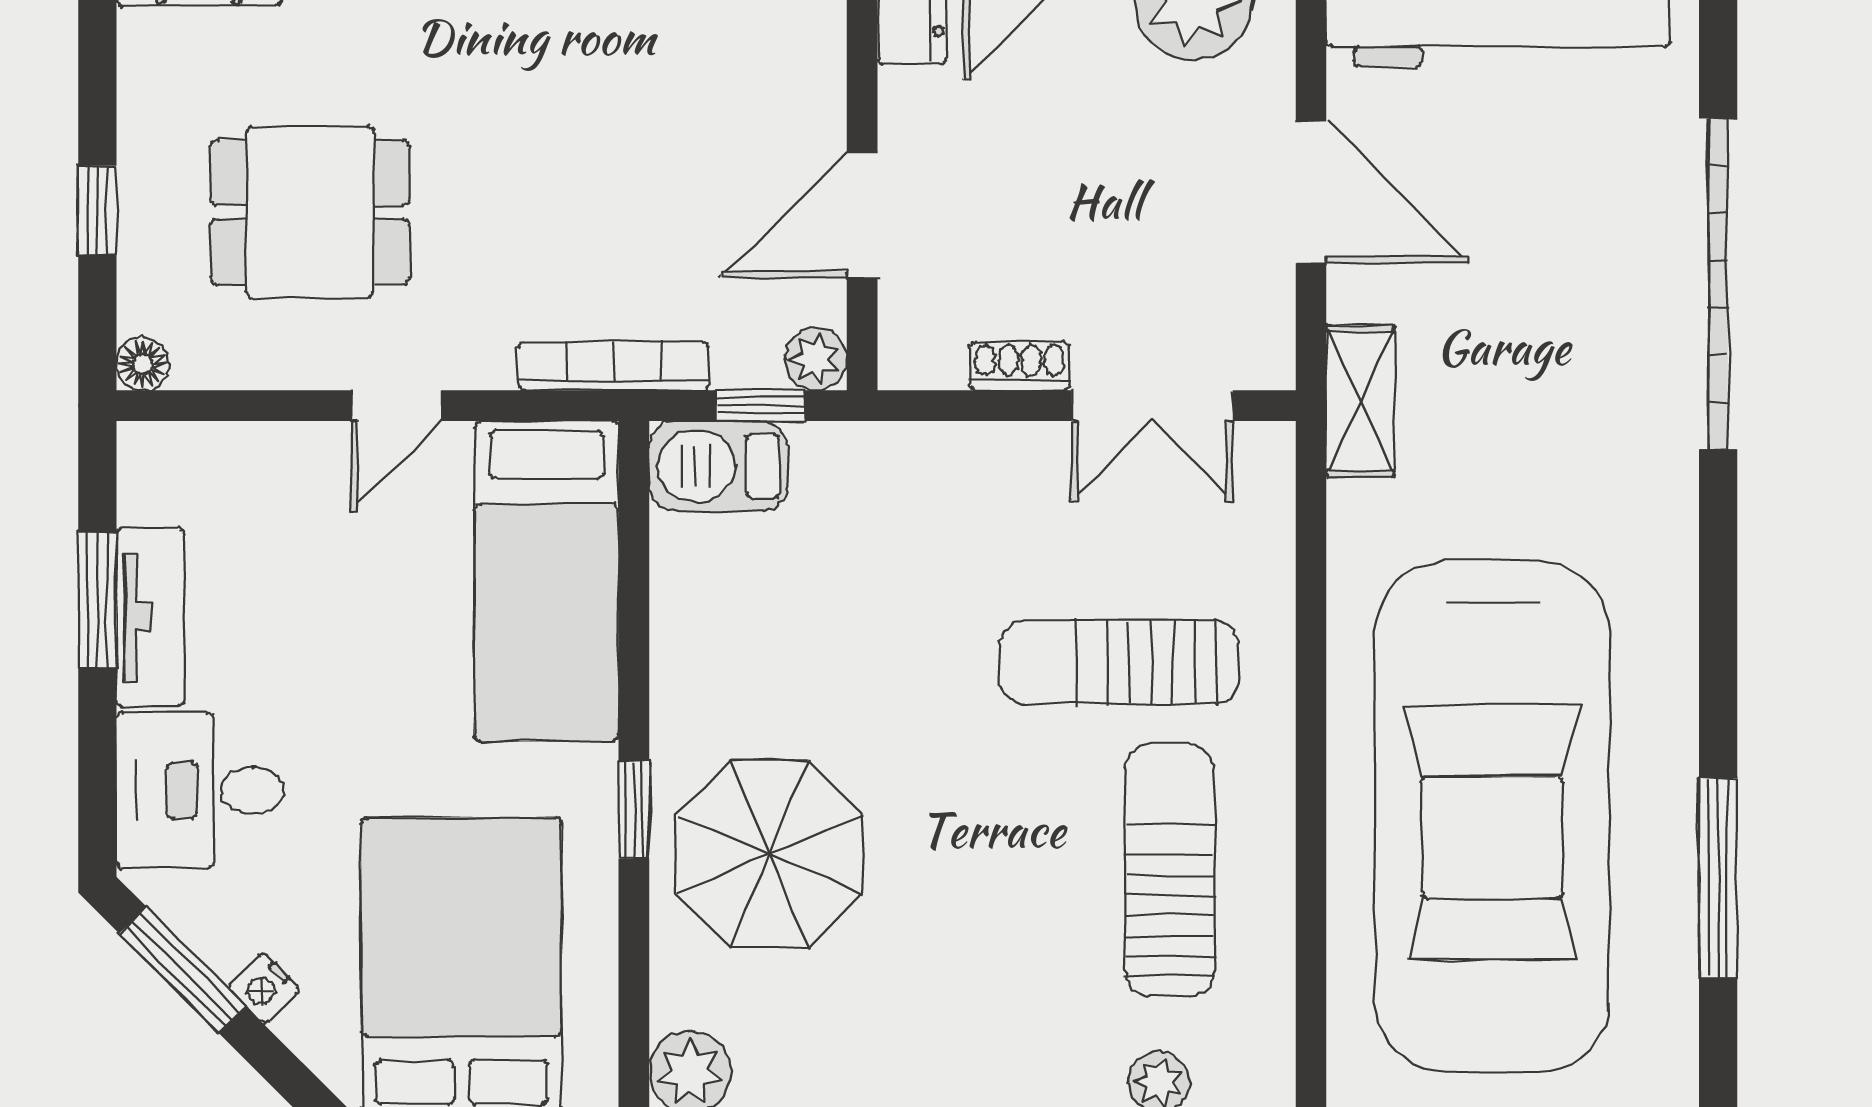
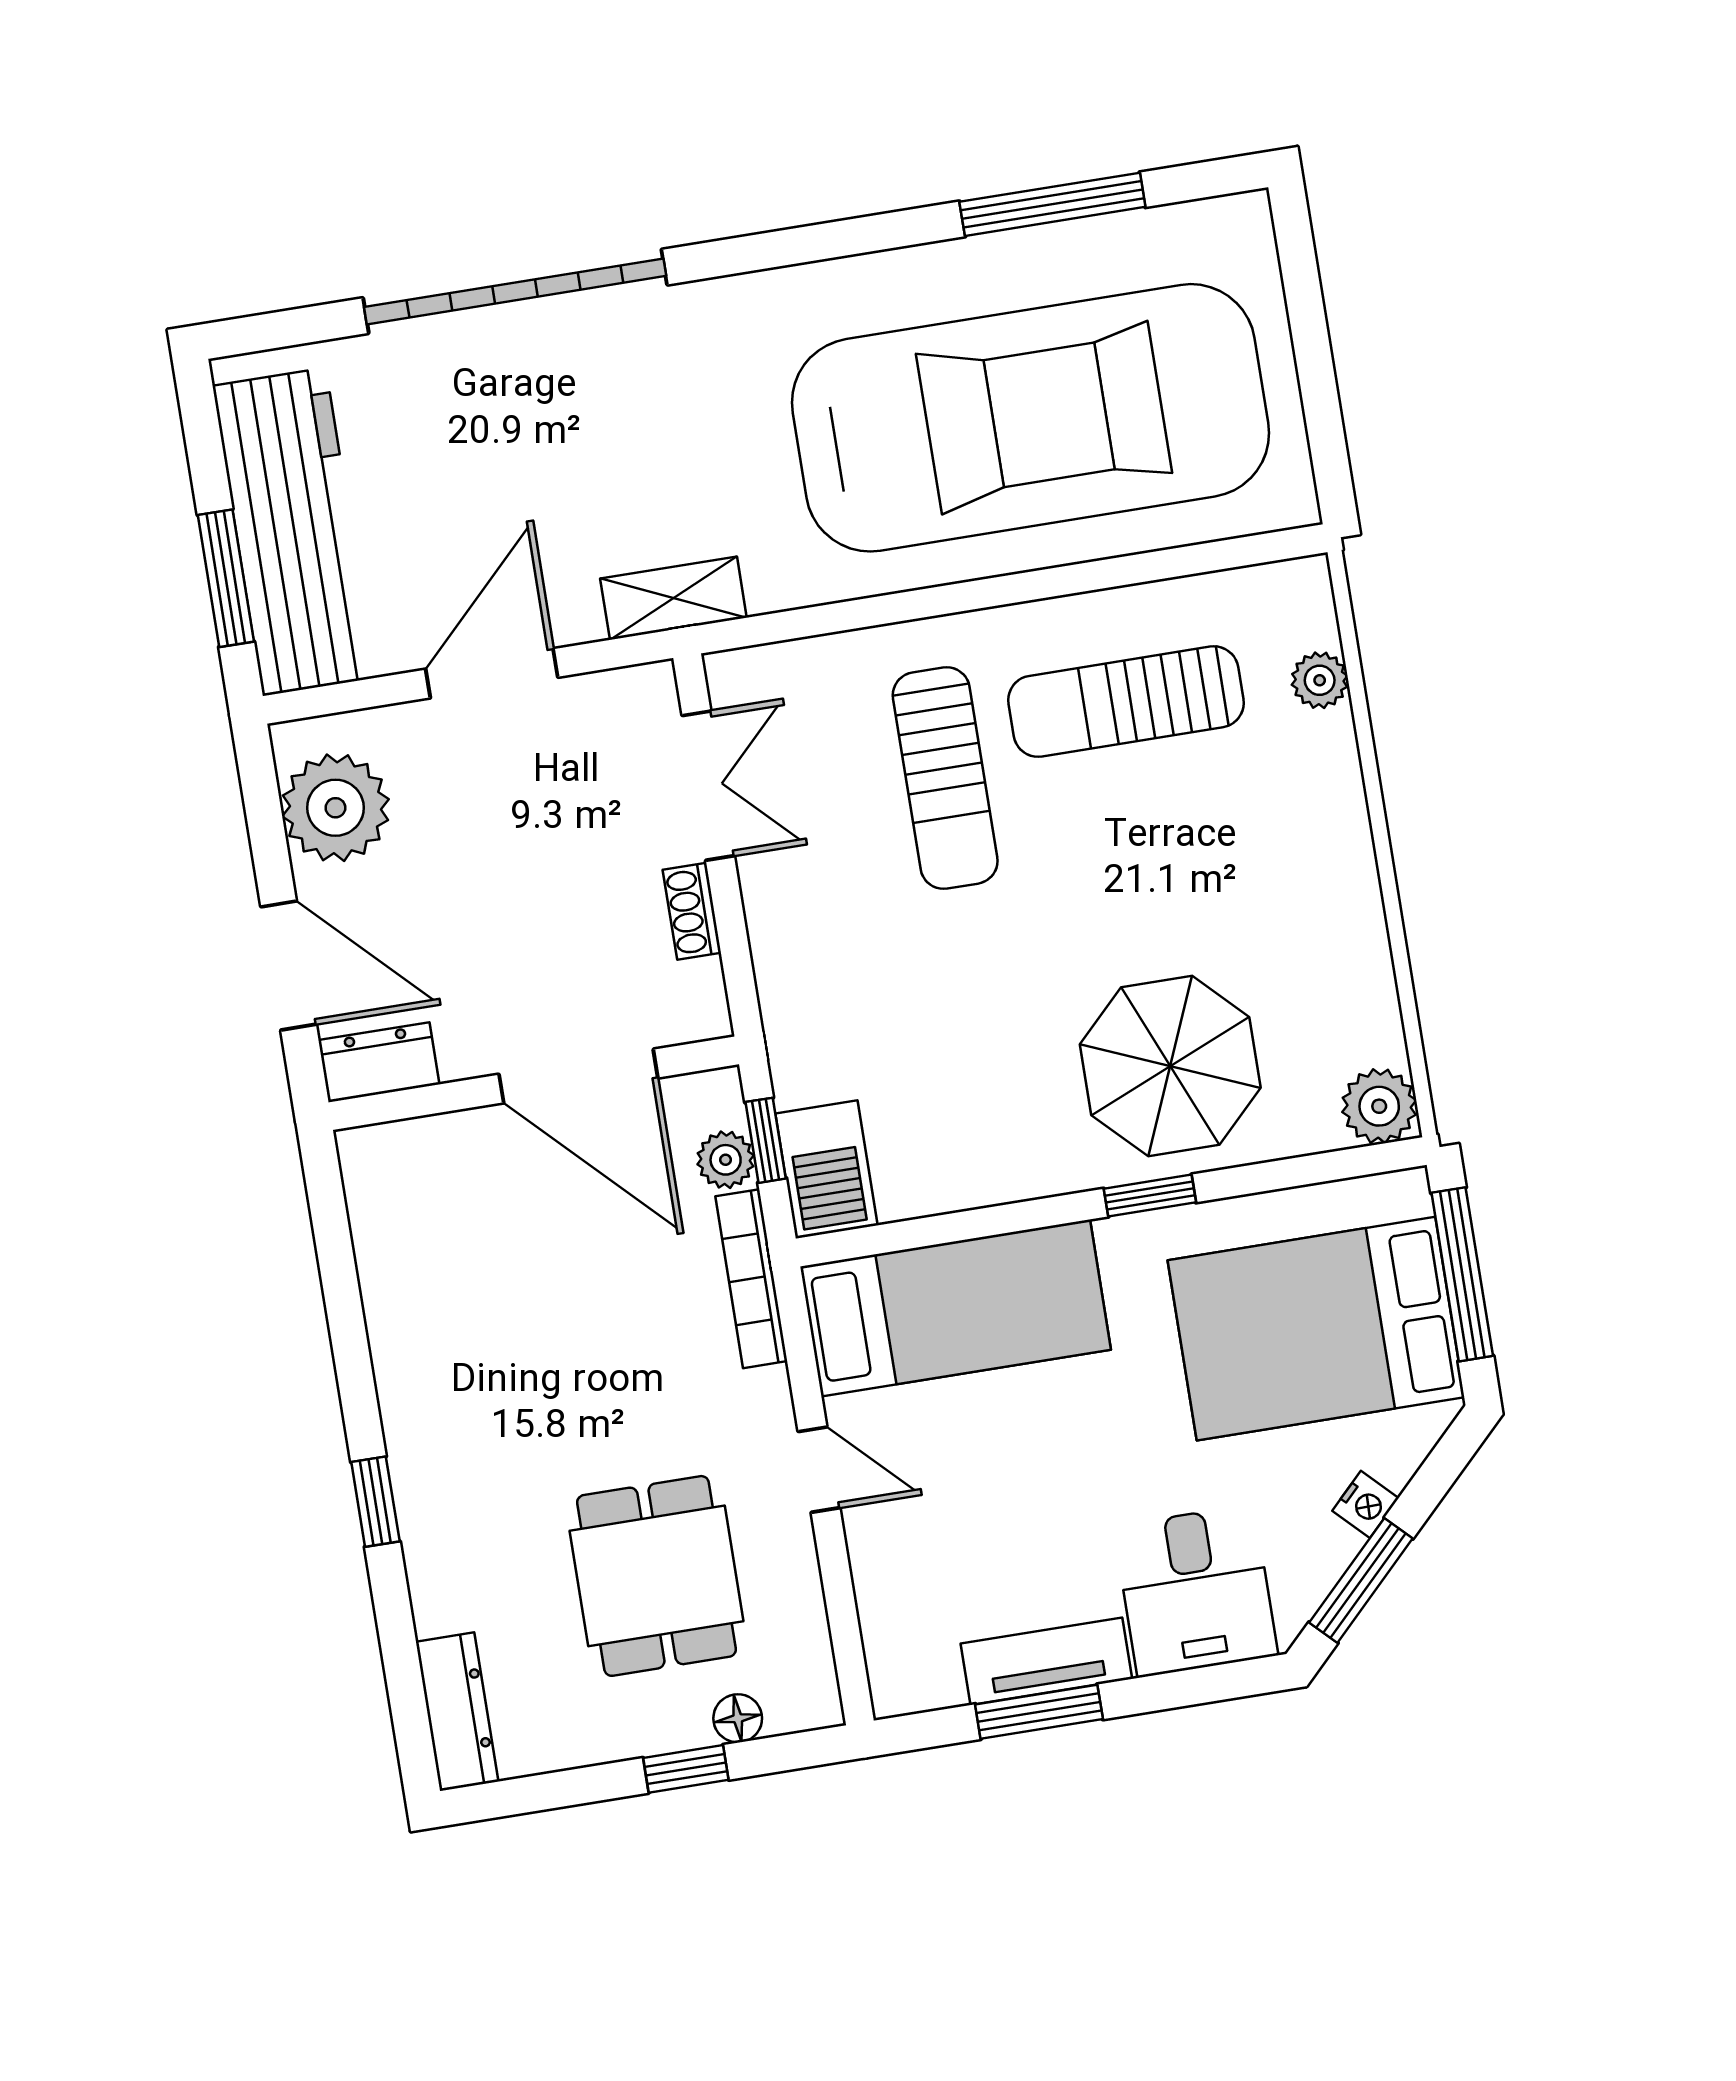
door: (862, 215) -> (578, 1076), width x1.36
plant: (816, 359) -> (726, 1160), moved
floor lamp: (143, 364) -> (738, 1718), moved

